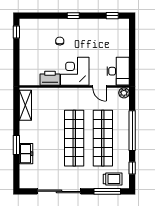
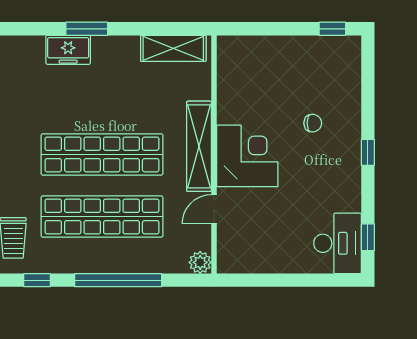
desk: (118, 71) -> (338, 243), moved, turned -90
printer: (50, 78) -> (232, 102), removed
shelving: (70, 93) -> (199, 146), added

